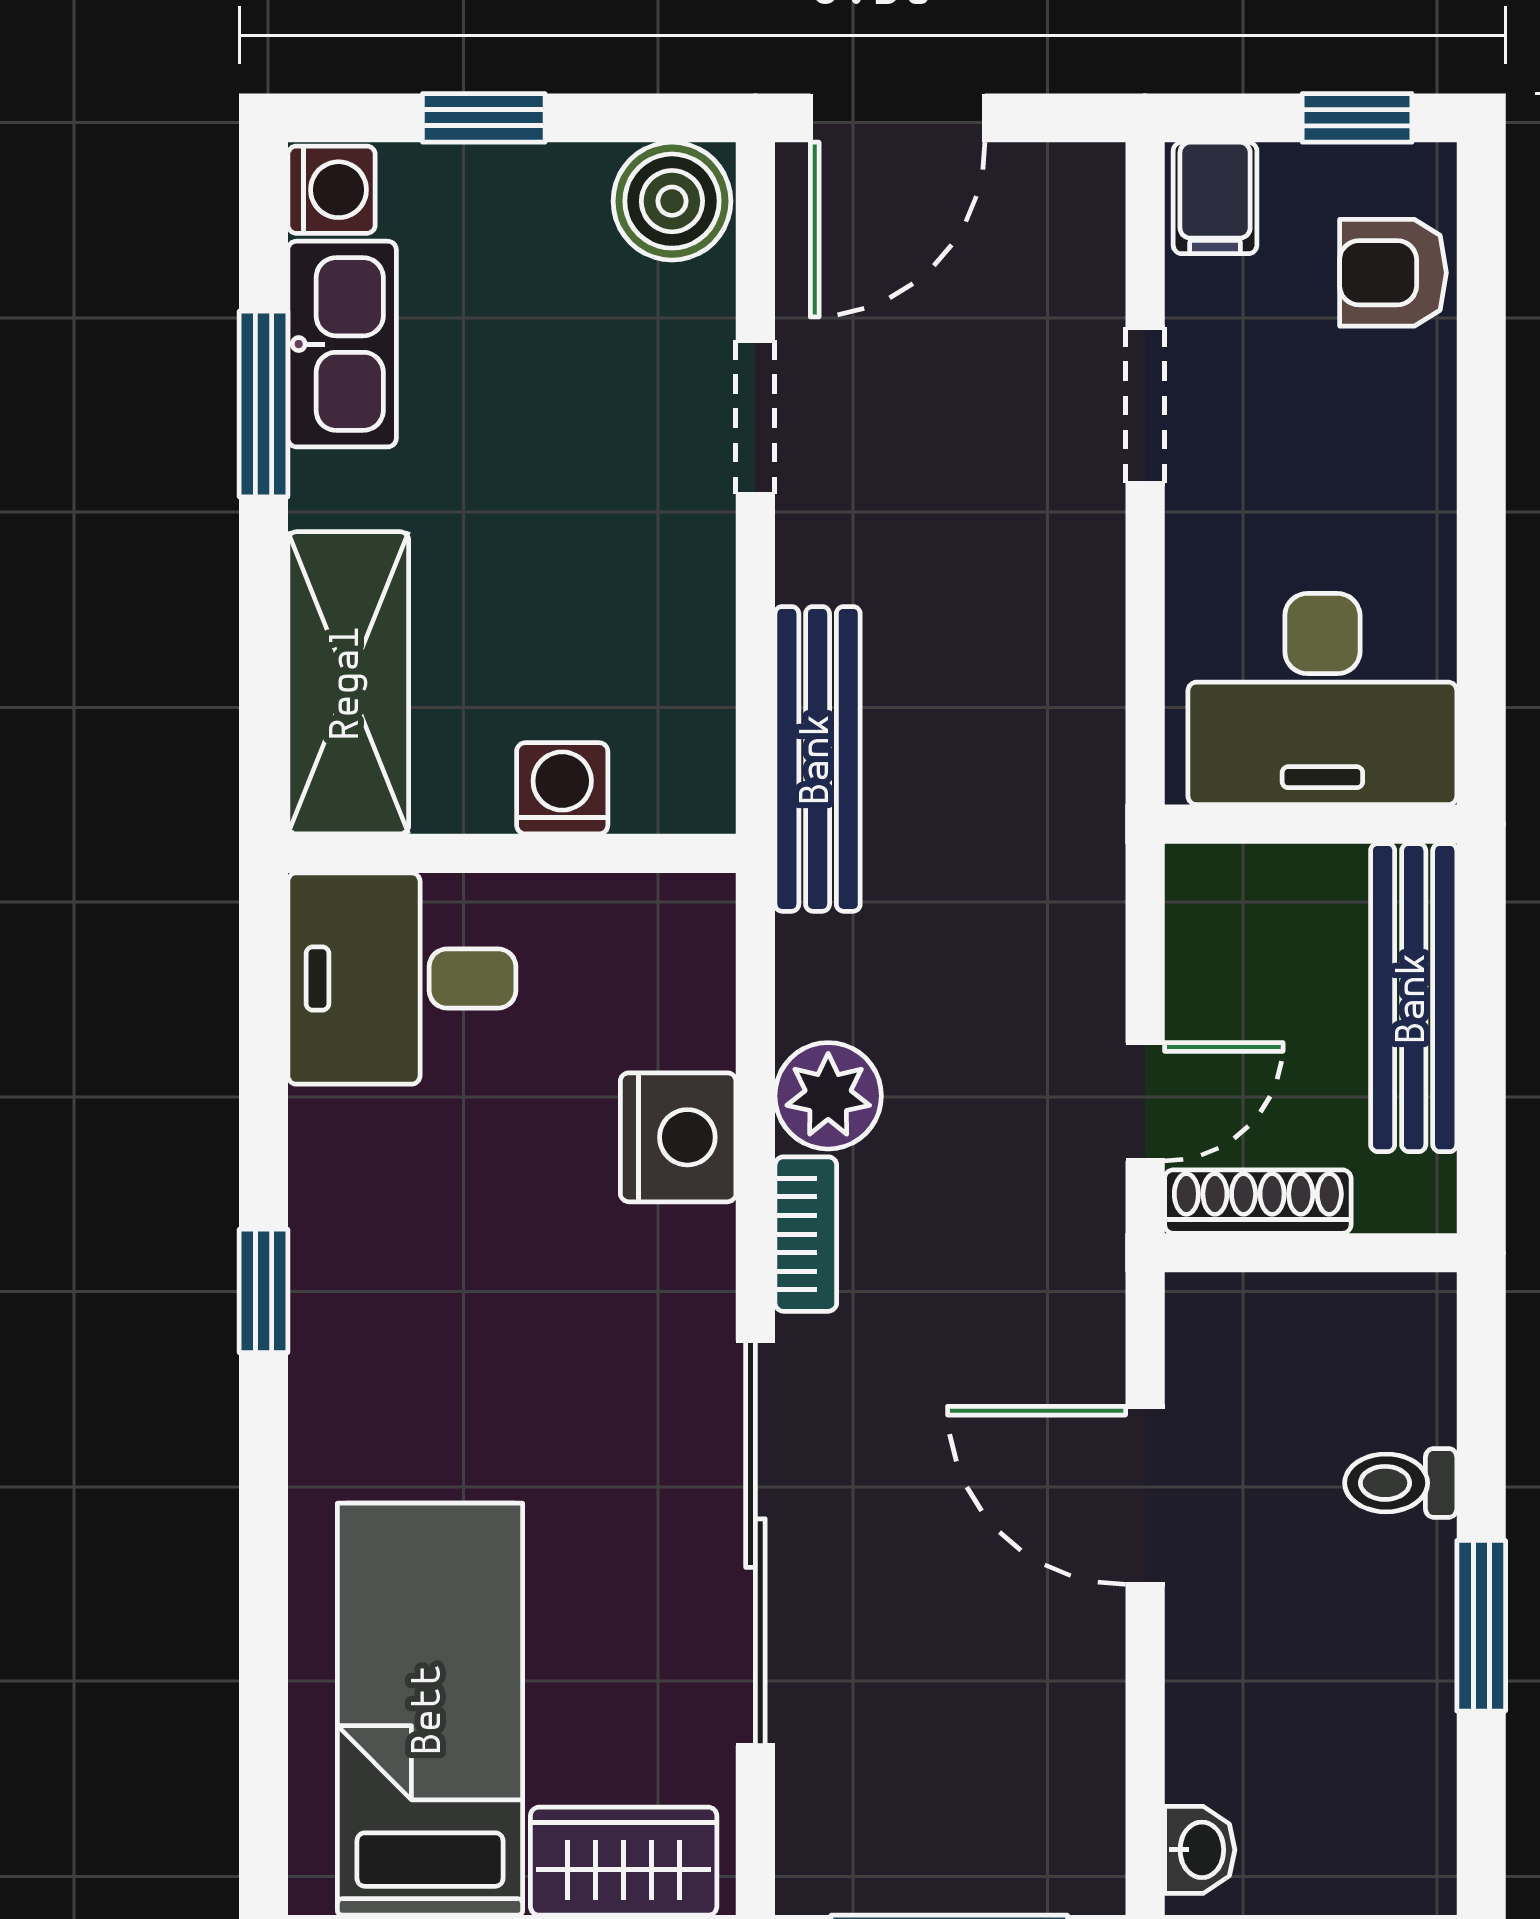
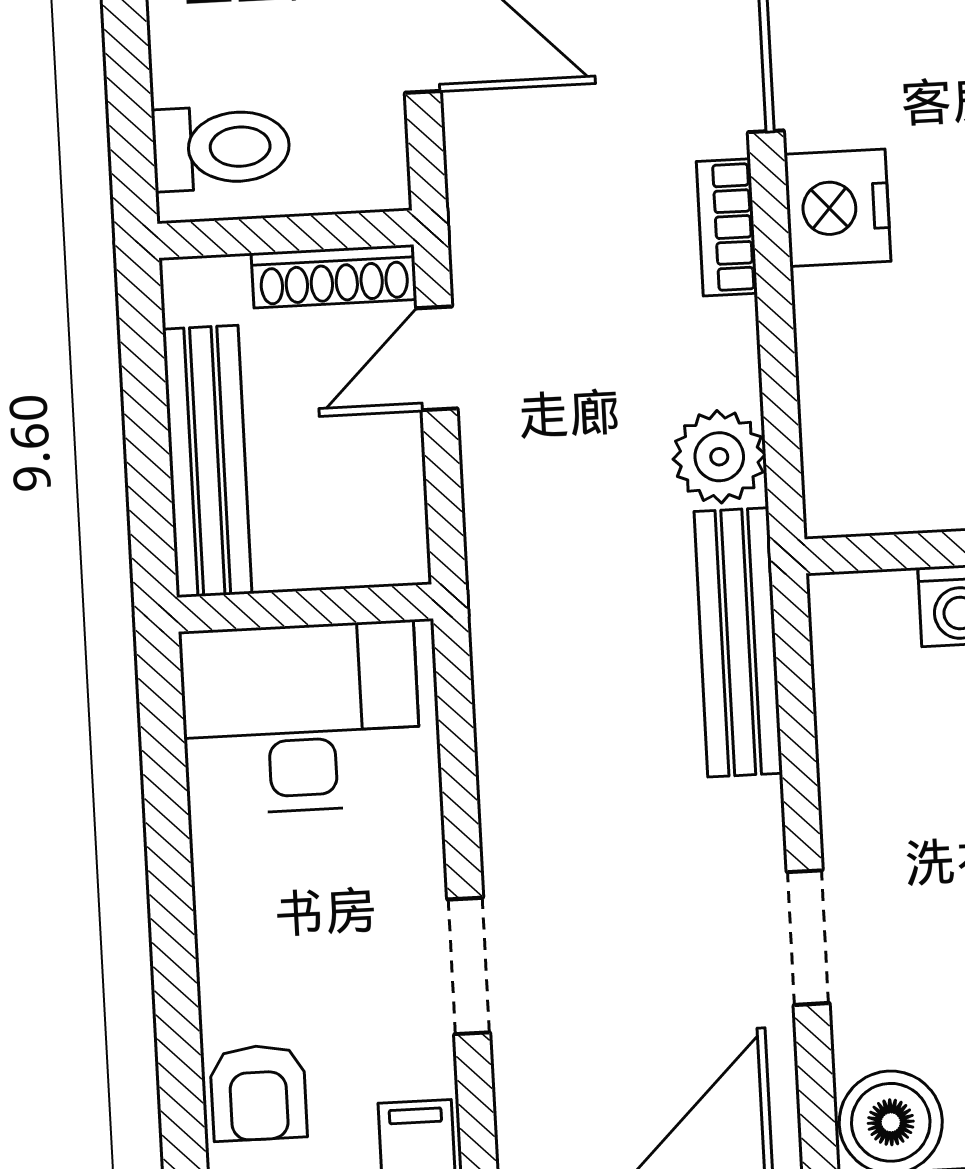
armchair: (1393, 273) -> (258, 1093), turned 90
plant: (828, 1096) -> (719, 457), moved
nightstand: (678, 1137) -> (837, 208), moved
toilet: (1401, 1483) -> (221, 148), moved, width x1.37, depth x1.39

